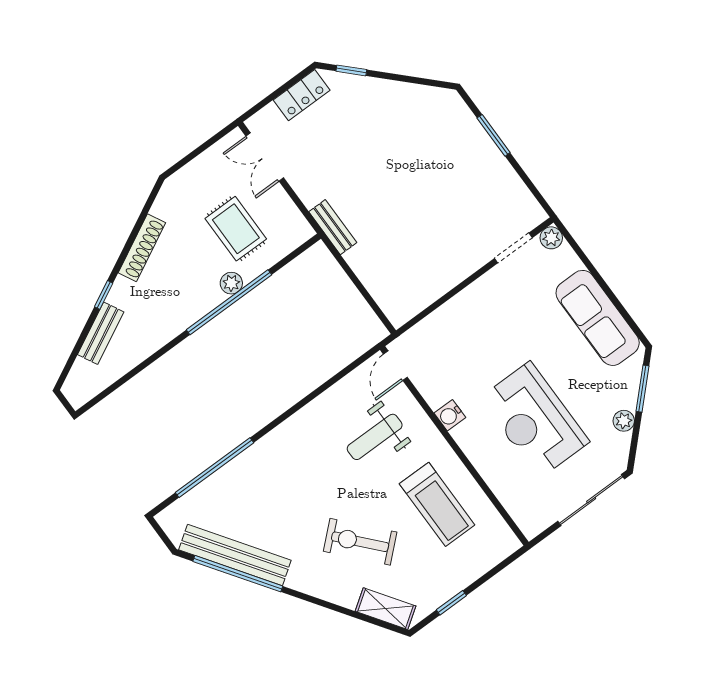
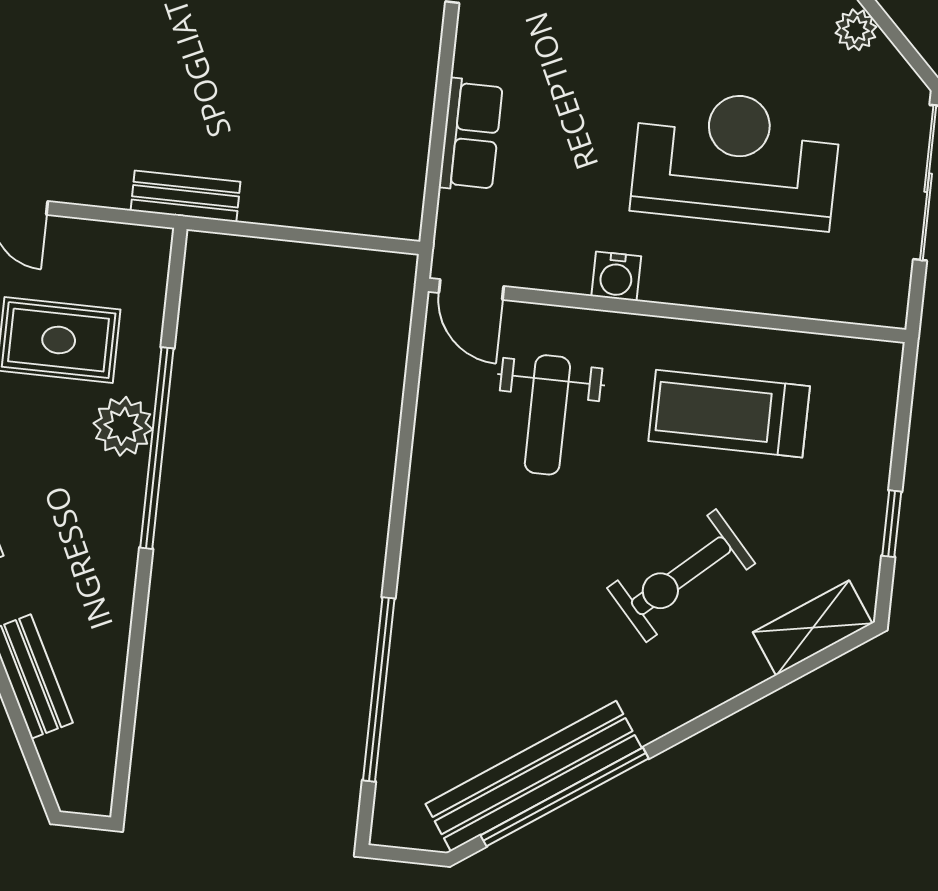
plant: (231, 283) -> (123, 426), width x1.38, depth x1.38
row of seats: (453, 313) -> (471, 135), added
reception desk: (535, 420) -> (736, 159), turned 180
treadmill: (437, 504) -> (729, 414), turned 180

